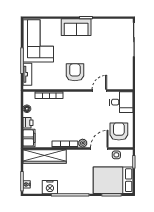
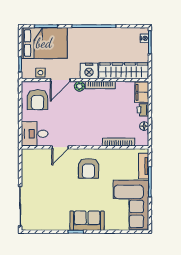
nightstand: (50, 187) -> (89, 71), moved, turned 180

